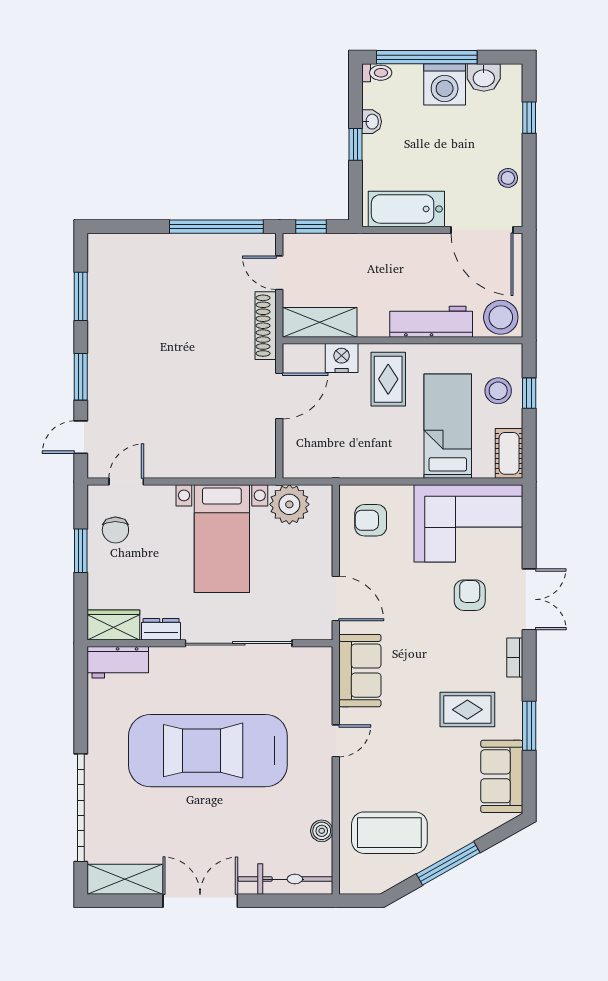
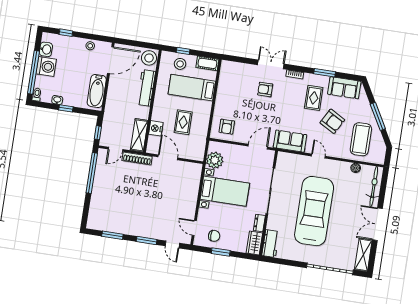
rug: (388, 379) -> (183, 122), moved, turned 90
corner sofa: (468, 523) -> (235, 85), removed
car: (208, 751) -> (314, 211), turned 180
armchair: (421, 761) -> (332, 121), added

